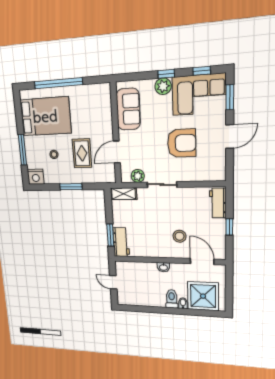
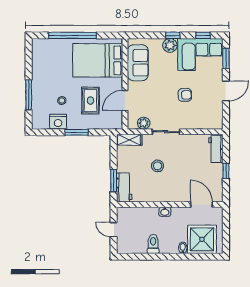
bed: (45, 116) -> (98, 60), moved, turned 180
armchair: (182, 143) -> (185, 95), width x0.53, depth x0.53
nightstand: (36, 177) -> (58, 122), moved
stool: (180, 236) -> (158, 166), moved
toilet: (172, 299) -> (153, 244), moved

